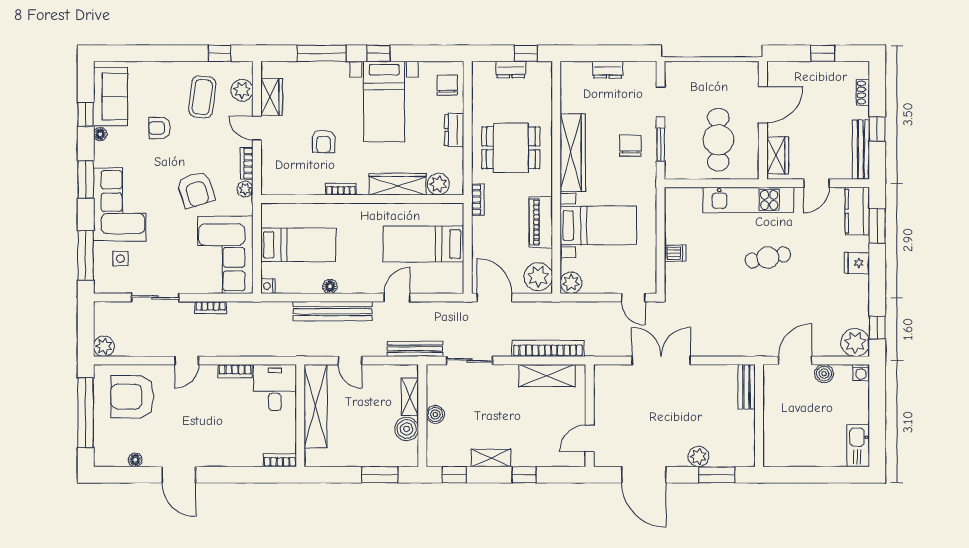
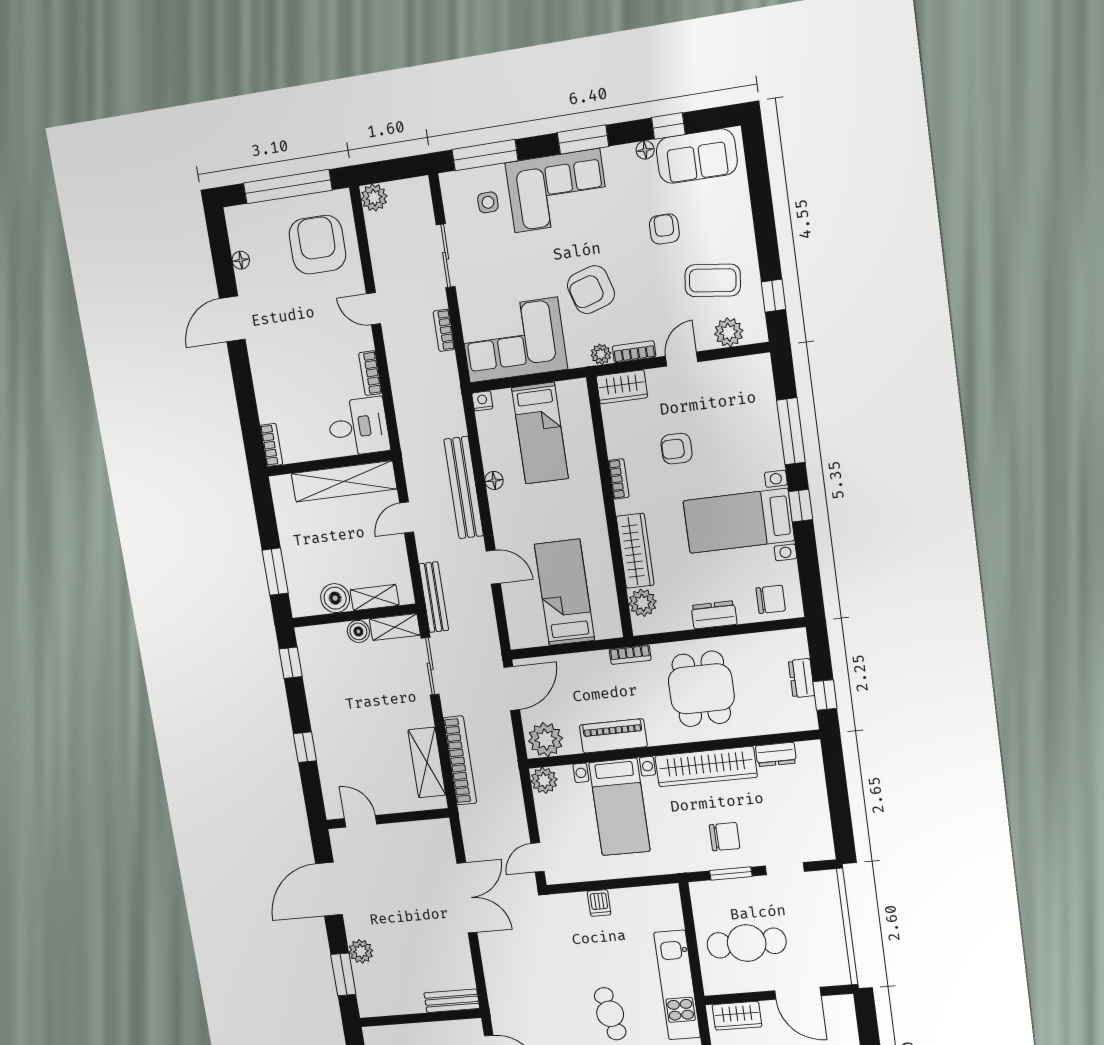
dresser: (608, 70) -> (776, 754), moved, turned -90
wardrobe: (272, 97) -> (622, 387), moved
shelving: (491, 458) -> (395, 627), moved, turned 90

